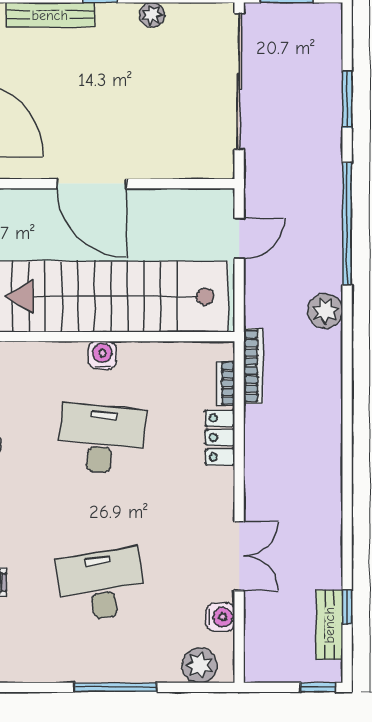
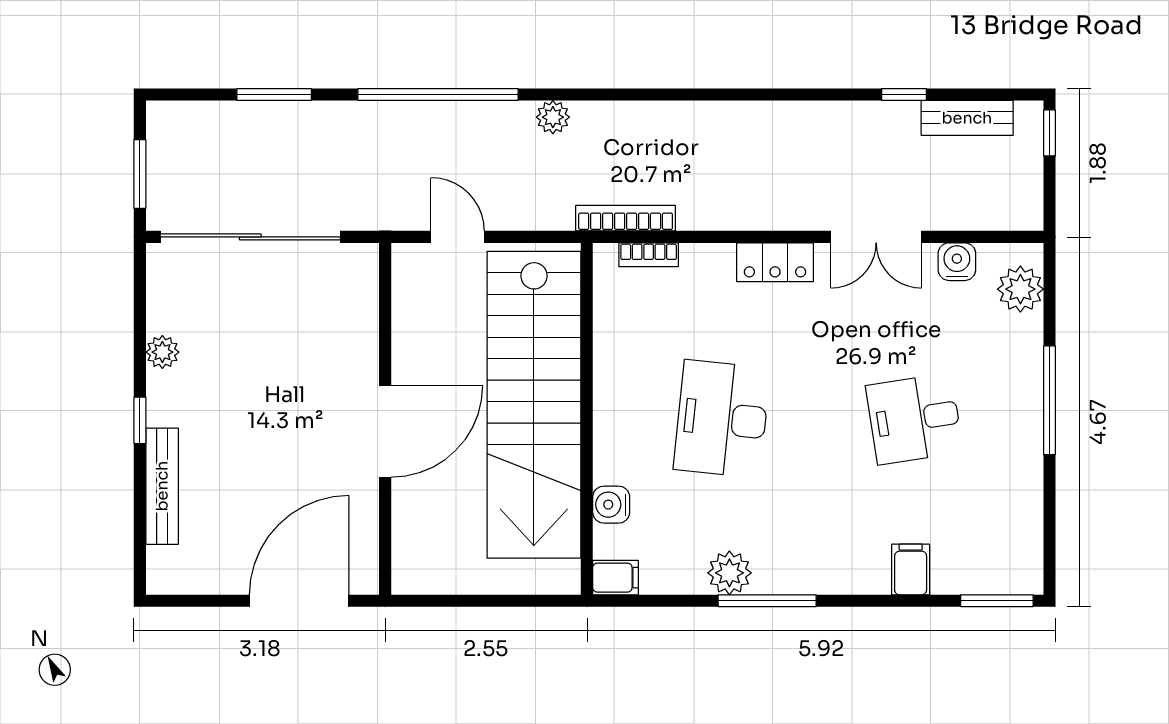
plant: (325, 311) -> (553, 117), width x0.73, depth x0.73
water cooler: (102, 355) -> (611, 505), moved
locker: (220, 437) -> (775, 262), moved
double door: (239, 556) -> (876, 237), swing flipped
desk: (101, 585) -> (914, 419), width x0.73
window: (347, 607) -> (904, 94), moved

